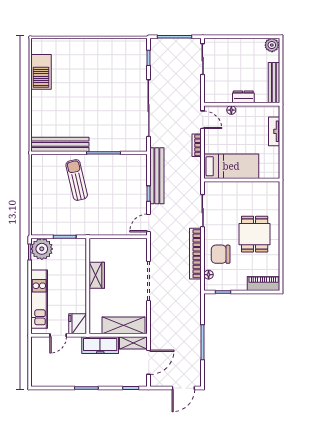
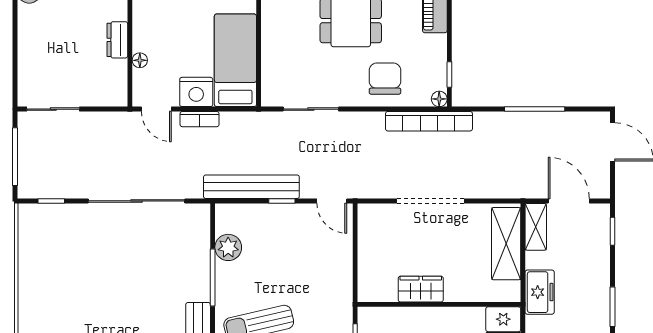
door: (203, 120) -> (156, 109), swing flipped
nightstand: (213, 143) -> (196, 92), added
plant: (121, 162) -> (228, 247), added
bookcase: (195, 254) -> (429, 121), moved
chair: (221, 254) -> (385, 79), turned 180
floor lamp: (209, 275) -> (439, 99), moved
freezer: (100, 345) -> (540, 292), width x0.71

